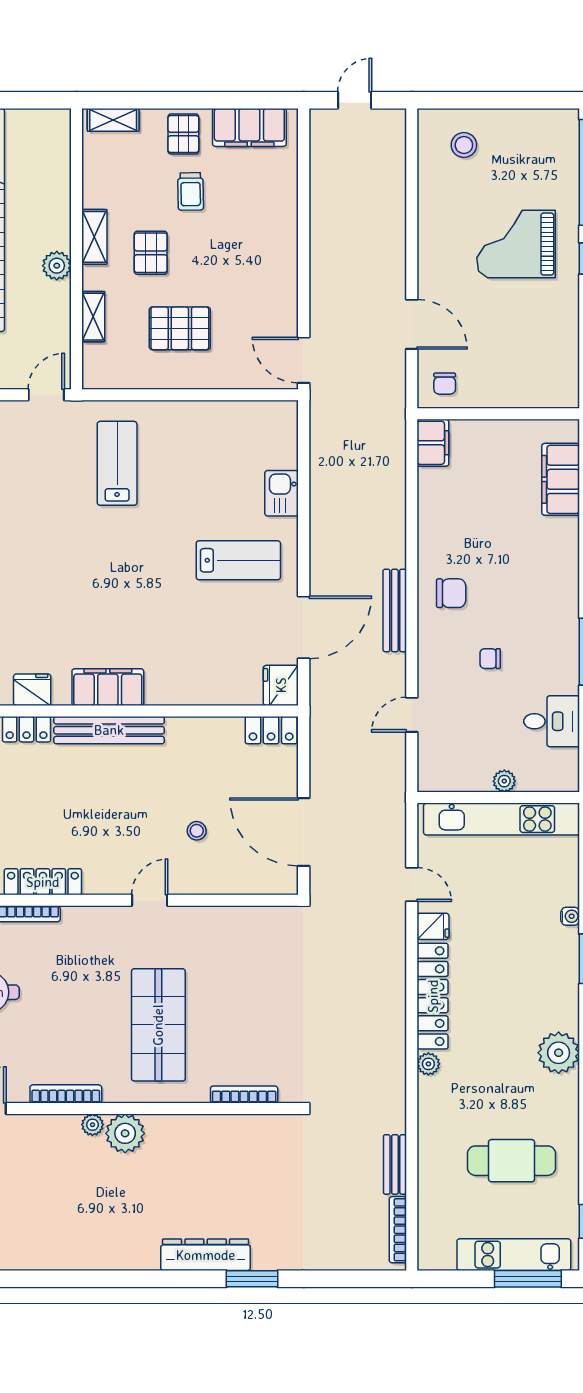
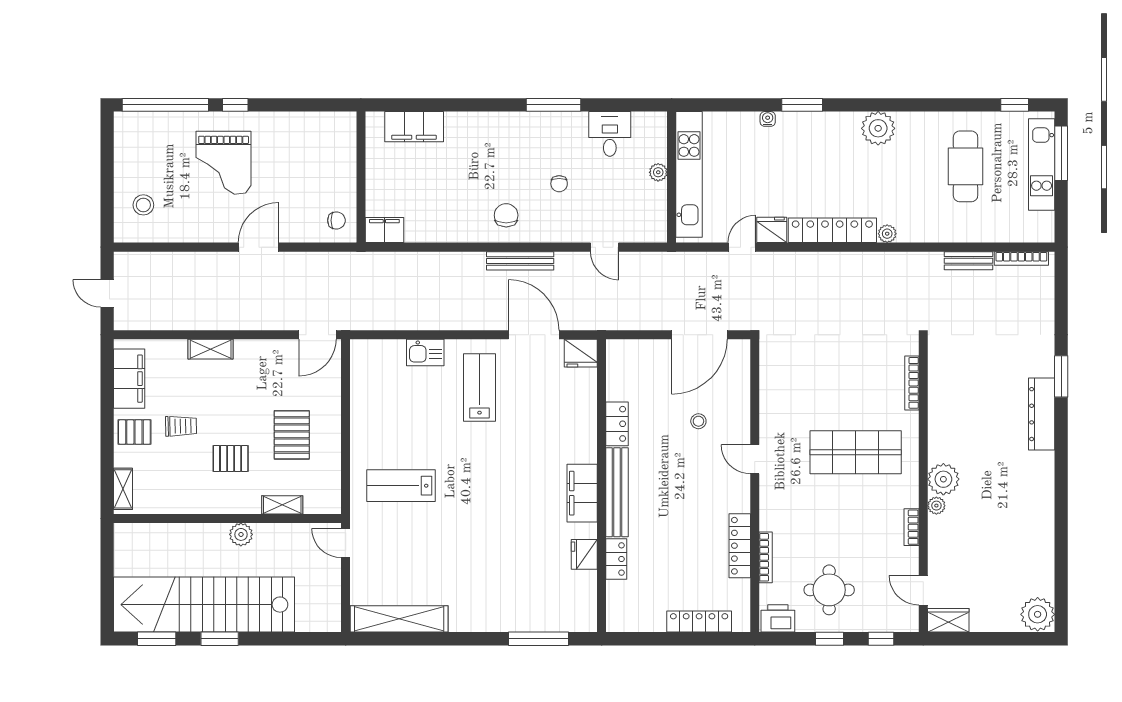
shelving: (94, 237) -> (211, 349), moved
door: (412, 324) -> (258, 247), moved
locker: (271, 730) -> (617, 424), moved
fridge: (433, 926) -> (772, 230), width x1.38
bookcase: (66, 1094) -> (911, 527), width x0.64

